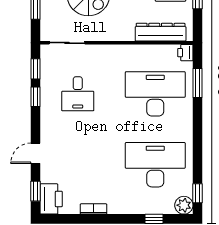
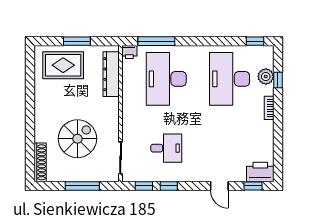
window: (198, 83) -> (156, 41), width x1.44
plant: (184, 205) -> (266, 76), moved
bookcase: (93, 209) -> (269, 108), moved

